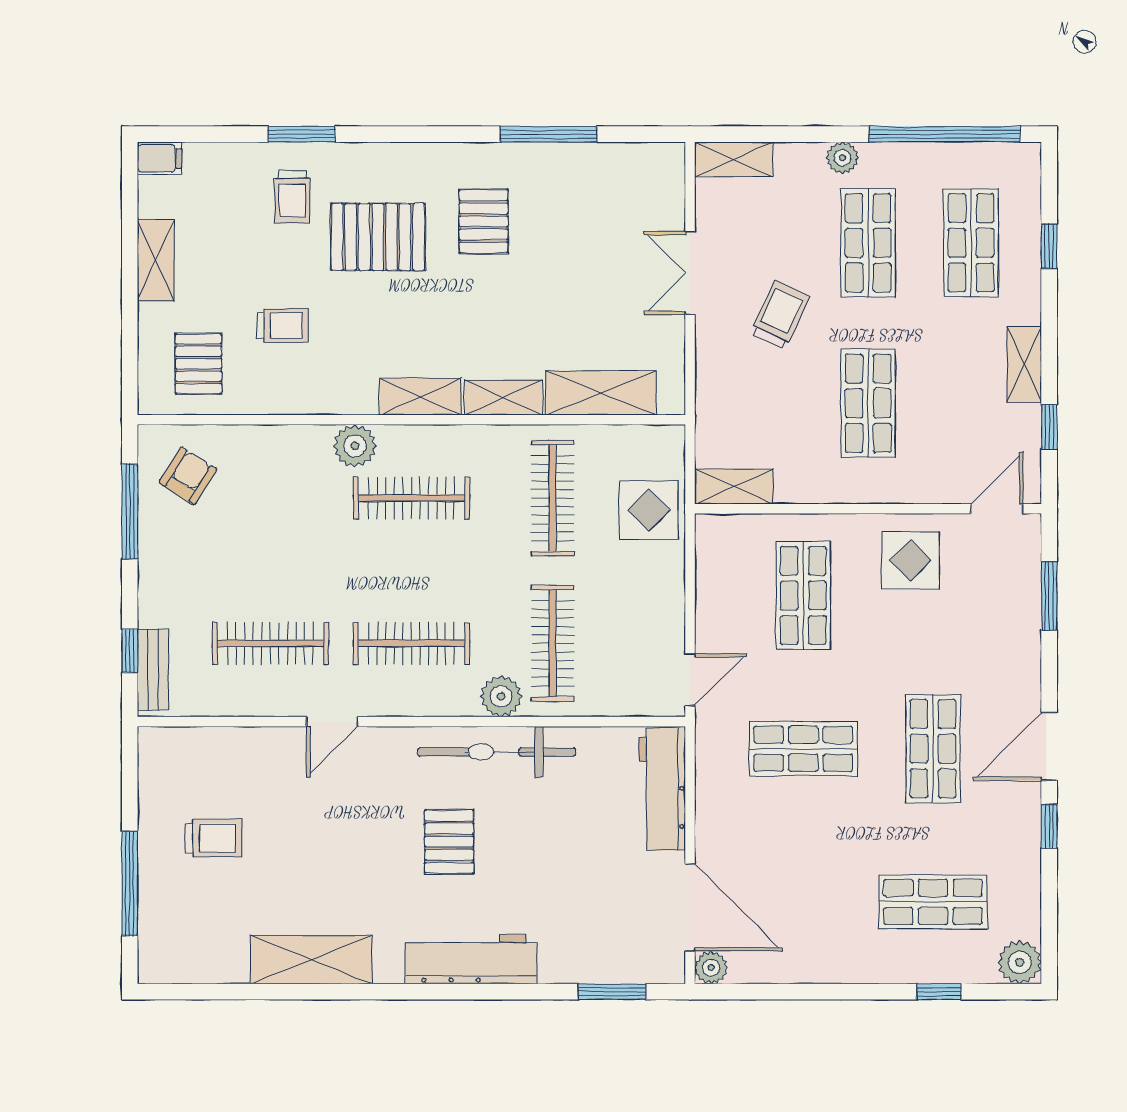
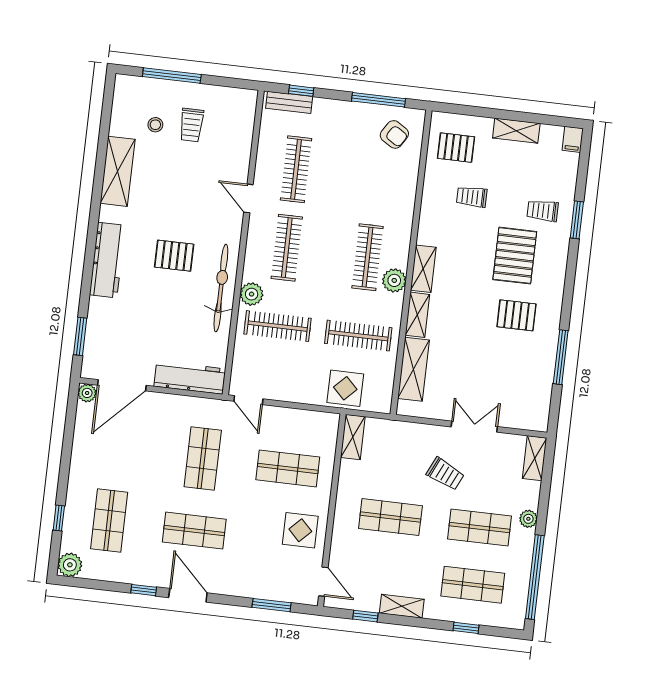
trolley: (283, 326) -> (472, 197), turned 90
plant: (355, 446) -> (394, 280), moved
stool: (221, 902) -> (155, 125), added

